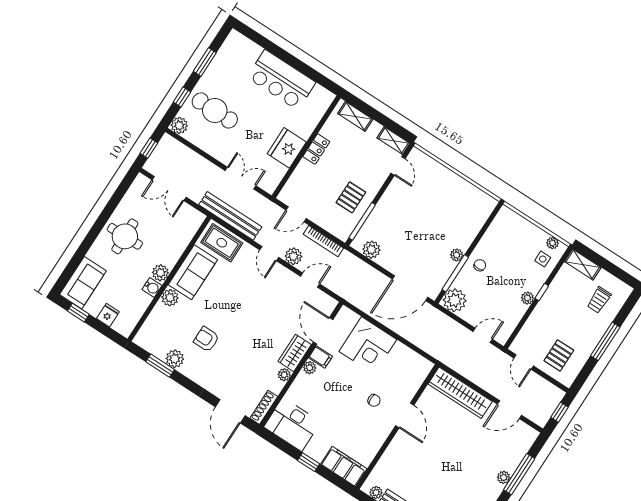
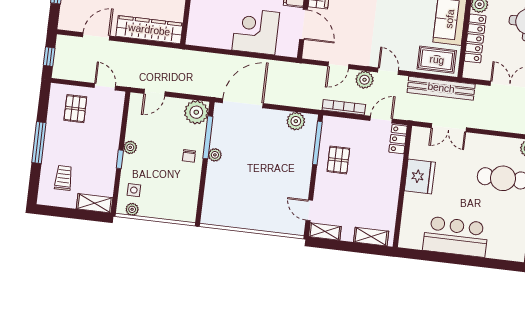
locker: (316, 149) -> (398, 139), moved
locker: (179, 245) -> (475, 38), added

